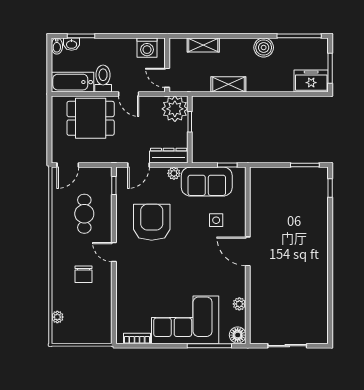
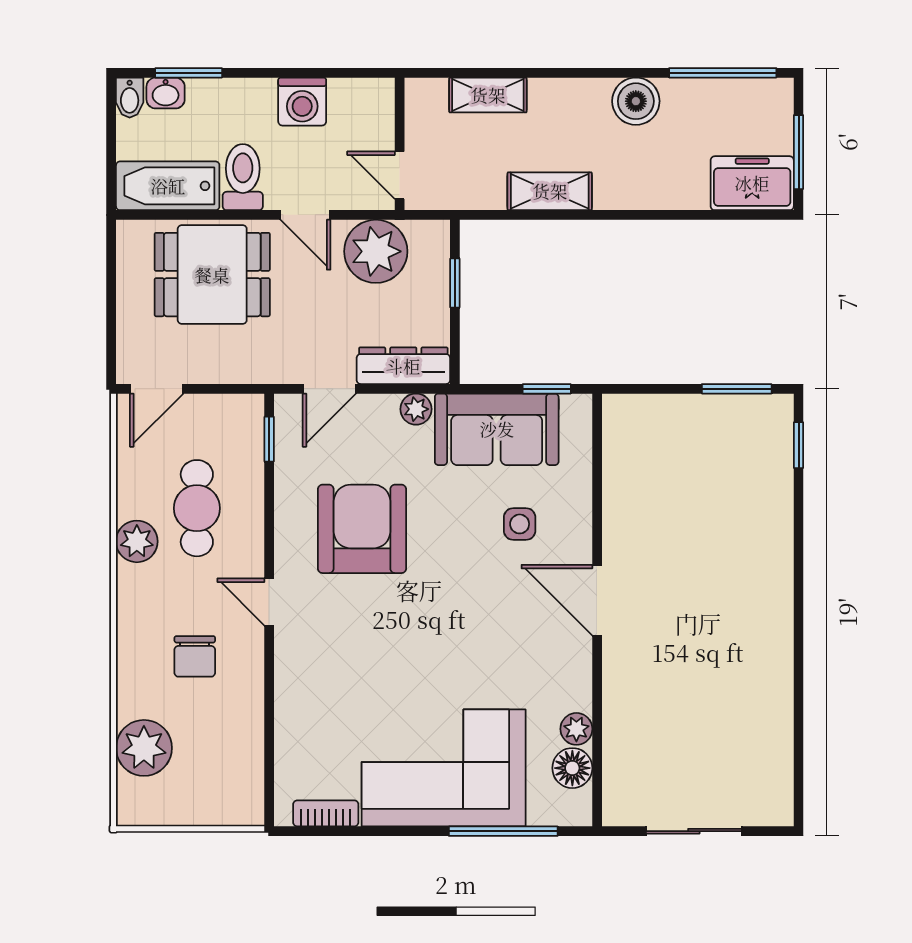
washing machine: (147, 48) -> (302, 102), moved
plant: (175, 109) -> (376, 251), moved
plant: (60, 227) -> (137, 541), added
plant: (57, 317) -> (144, 748), width x1.88, depth x1.88
floor lamp: (238, 335) -> (572, 768), moved

